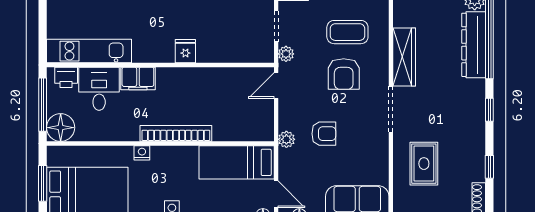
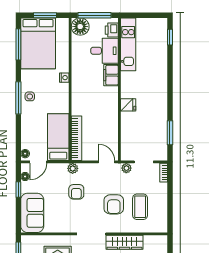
armchair: (344, 74) -> (114, 204), turned -90
bookcase: (176, 133) -> (76, 138), moved

